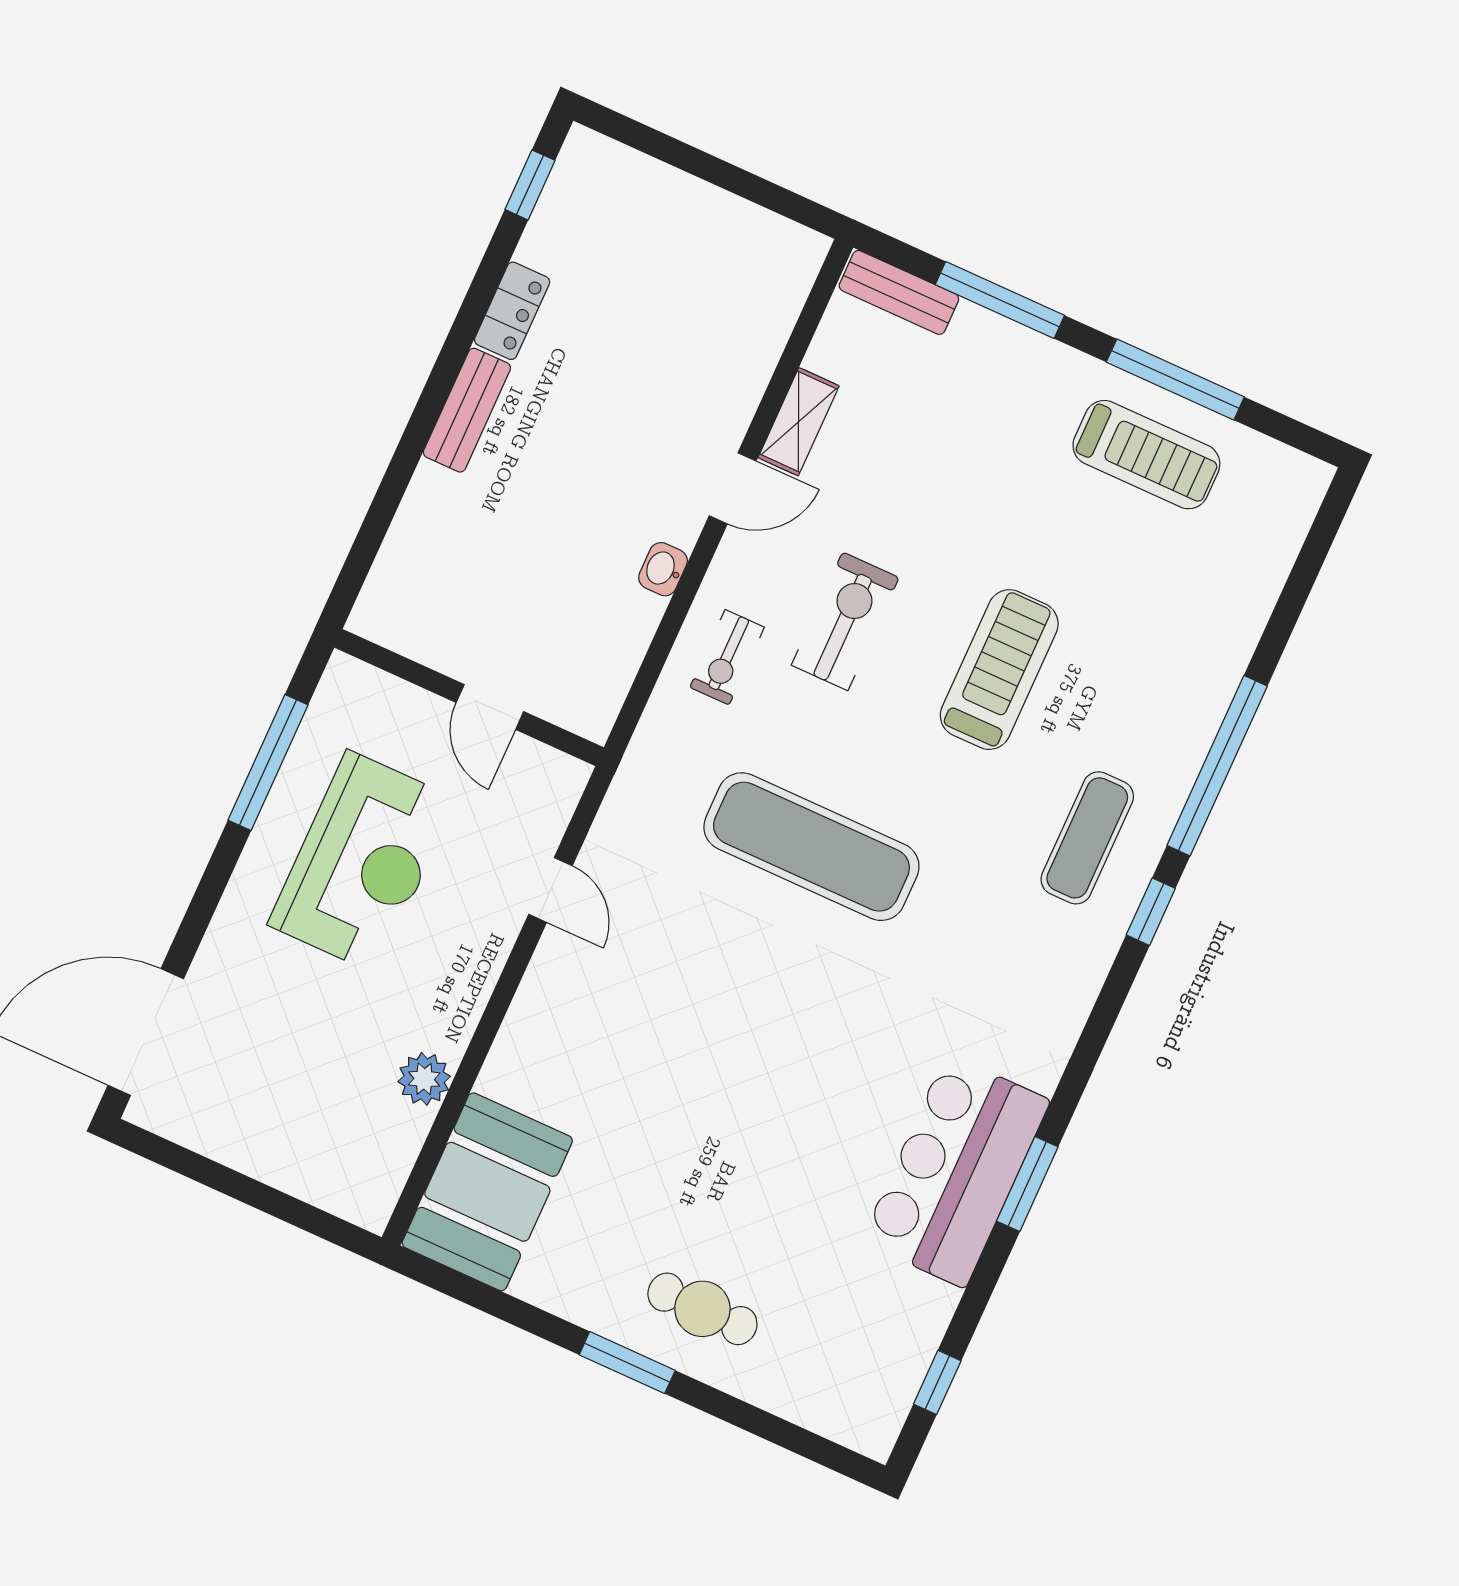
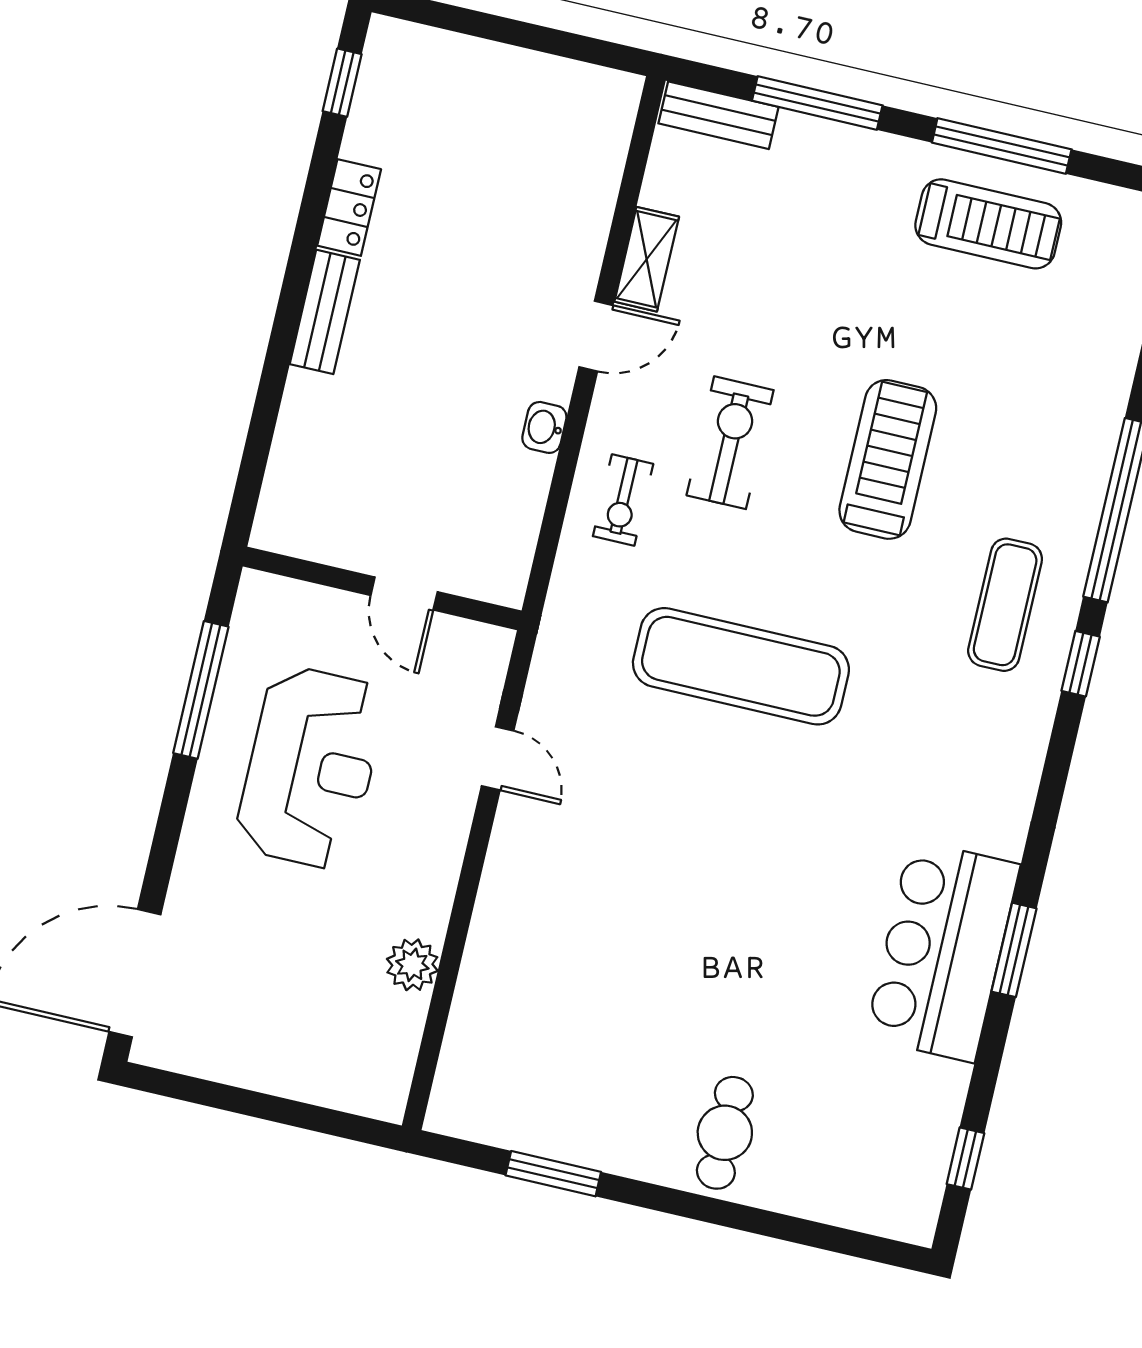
booth: (487, 1192) -> (495, 1061), removed
cafe table: (702, 1309) -> (725, 1133), turned 90
window: (627, 1363) -> (553, 1174), moved

